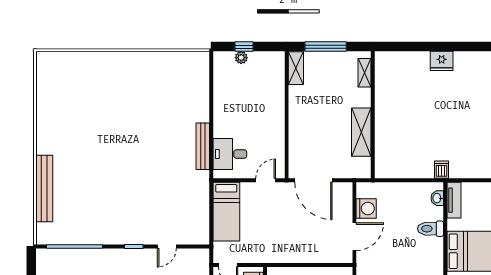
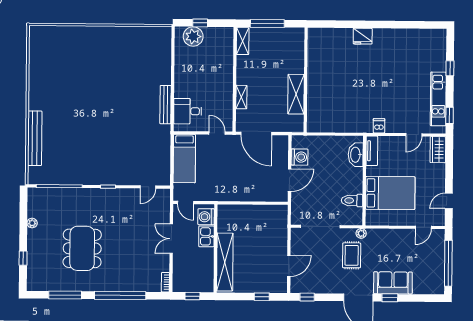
plant: (241, 58) -> (193, 36), width x1.87, depth x1.87
shelving: (365, 73) -> (241, 97), moved
dishwasher: (442, 170) -> (379, 126), moved
door: (266, 180) -> (217, 133), hinge flipped
washbasin: (437, 198) -> (356, 155), width x1.91, depth x1.45
toilet: (430, 229) -> (352, 200), moved
door: (167, 246) -> (148, 187), moved

